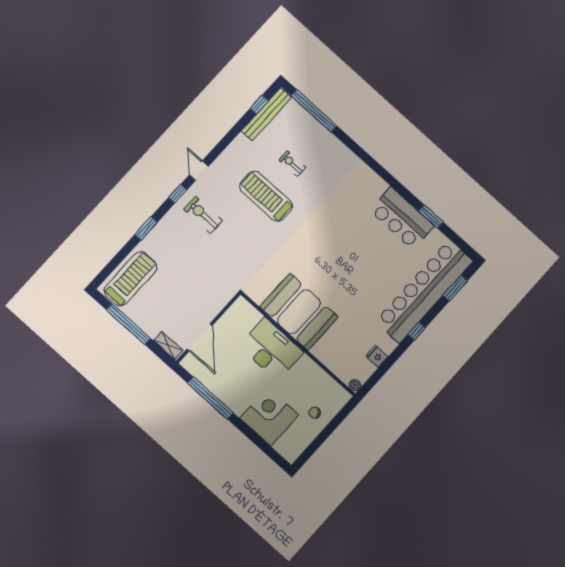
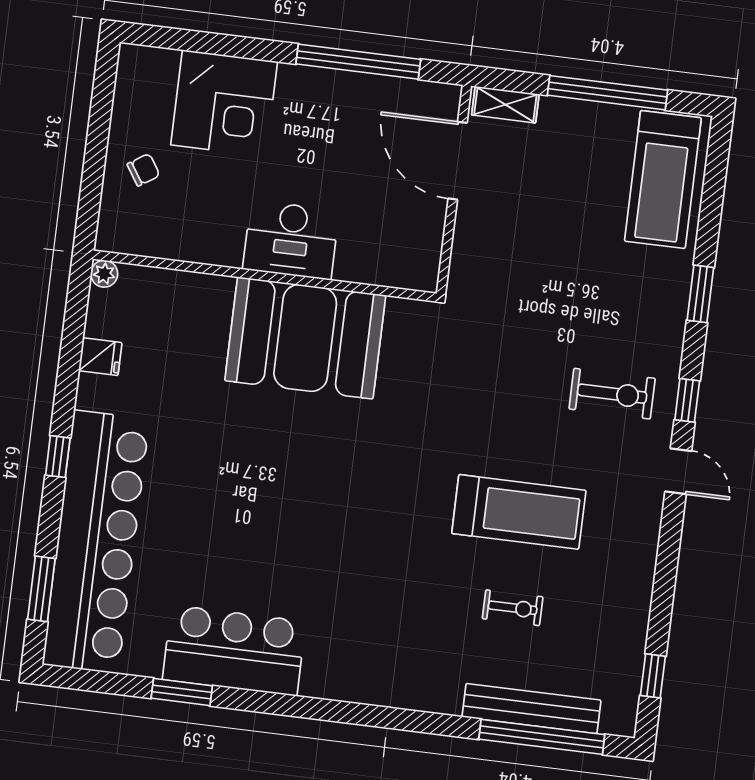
bench: (266, 114) -> (531, 709), moved, turned 90
desk: (271, 349) -> (291, 240), width x0.73, depth x0.77

